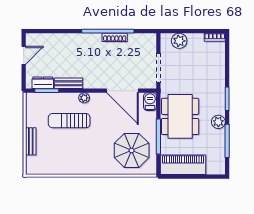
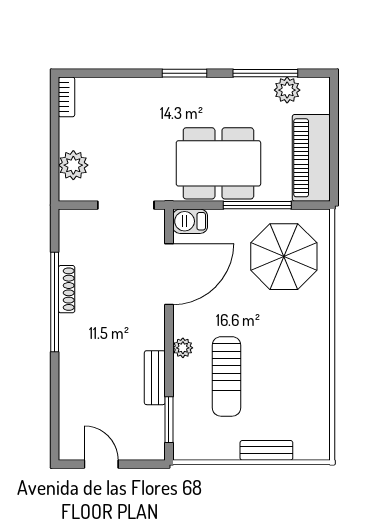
dresser: (43, 83) -> (154, 427), removed
plant: (218, 122) -> (287, 90), moved

